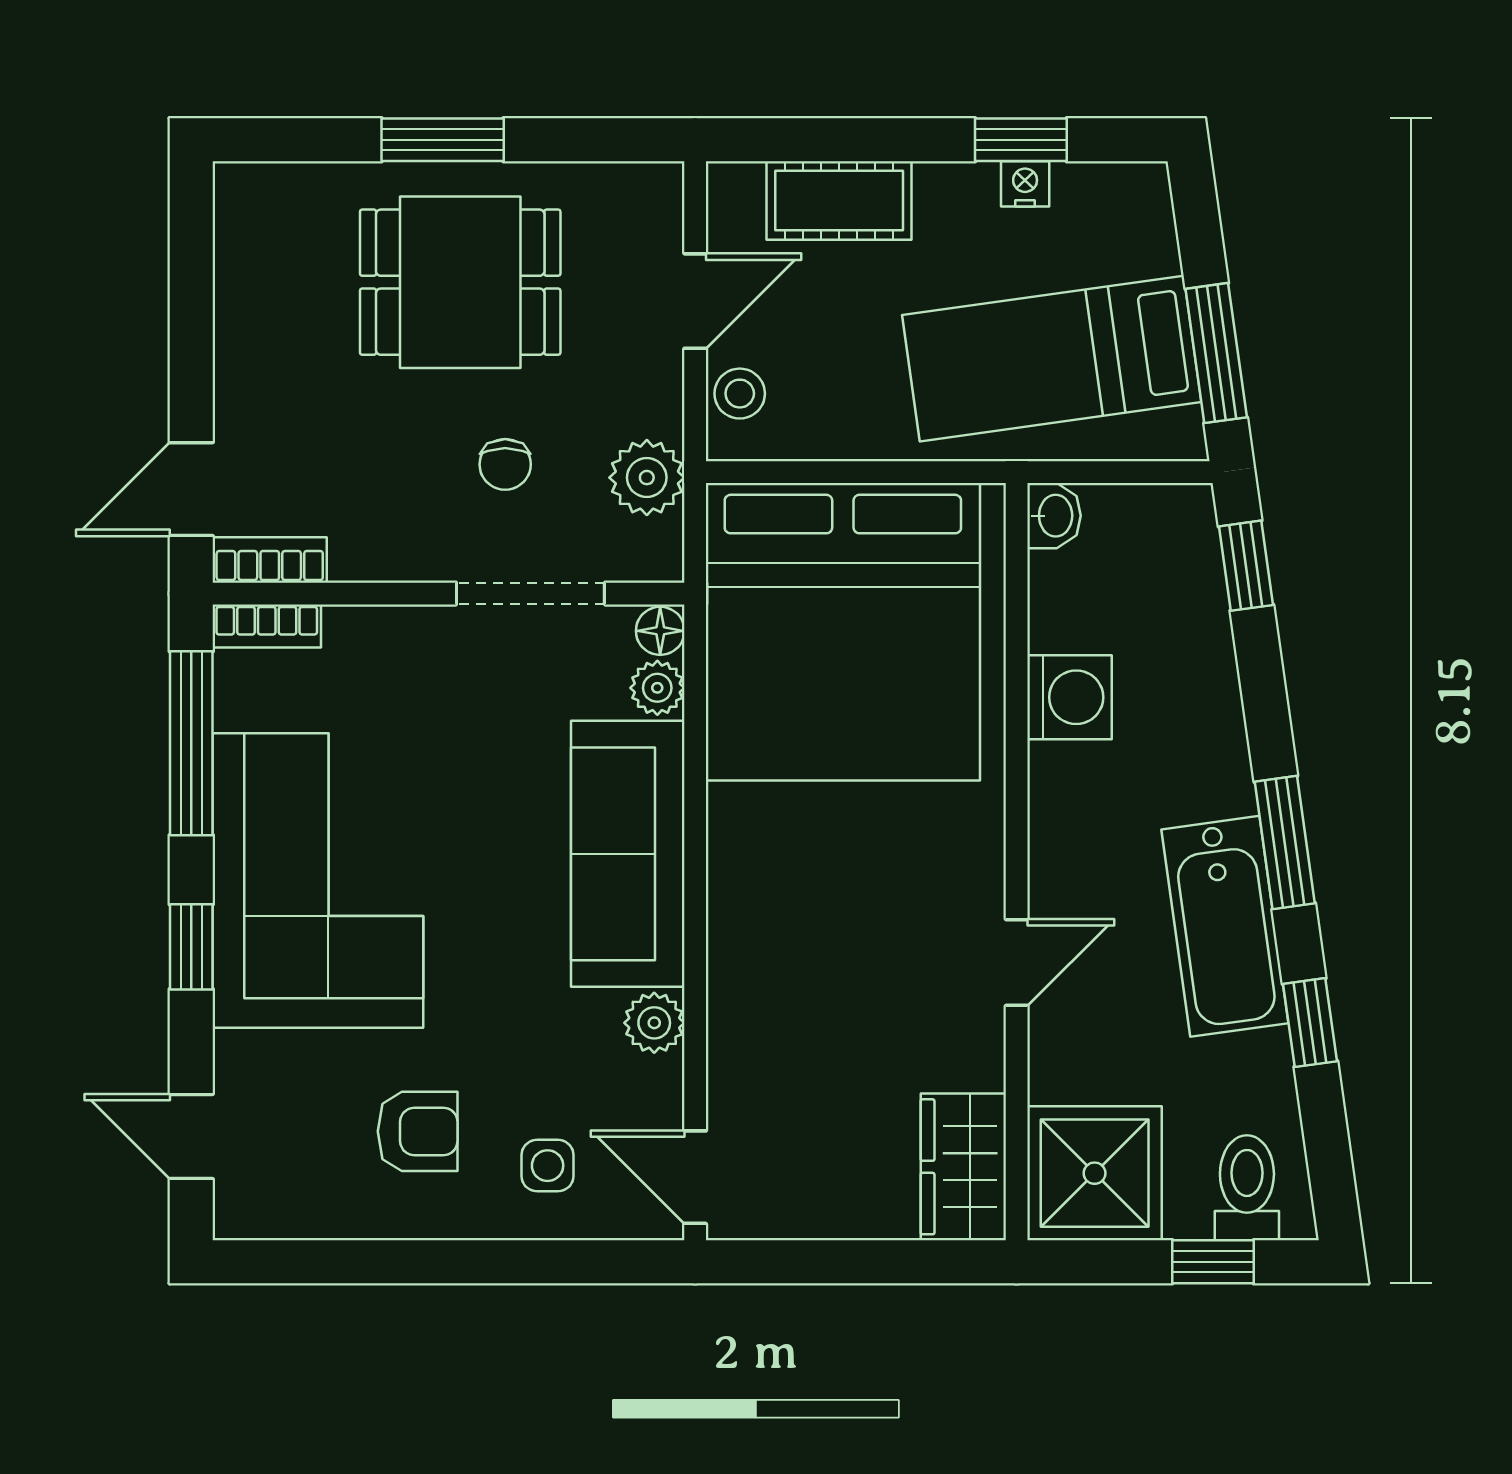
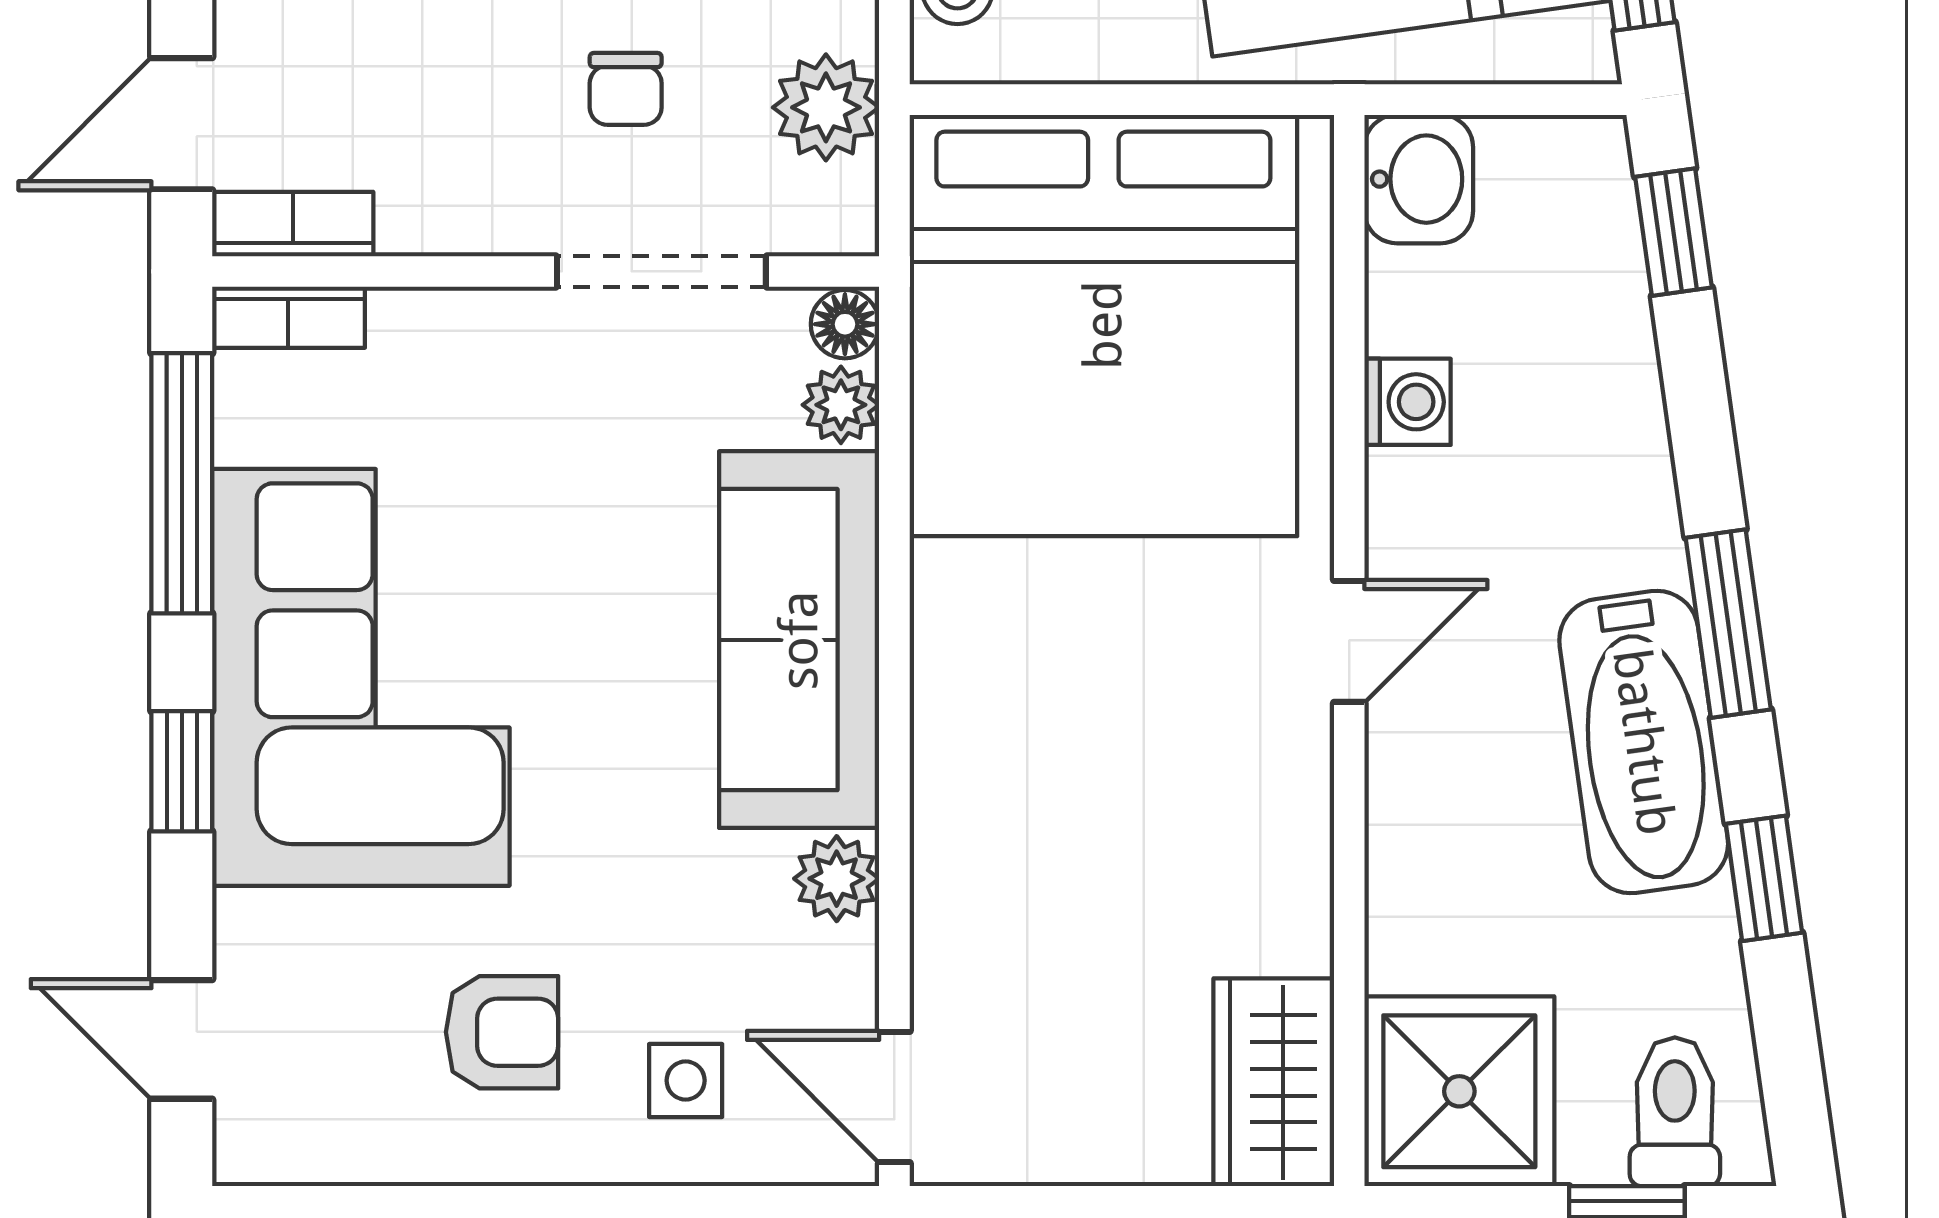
washbasin: (1054, 516) -> (1419, 179), width x1.38, depth x1.45
washing machine: (1069, 697) -> (1408, 402), width x0.73, depth x0.73
door: (1017, 963) -> (1349, 641), moved

